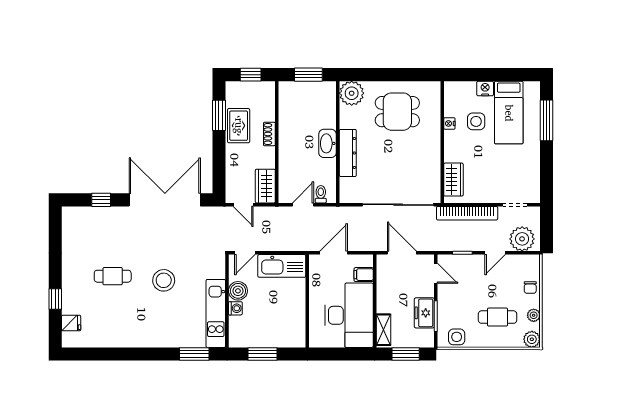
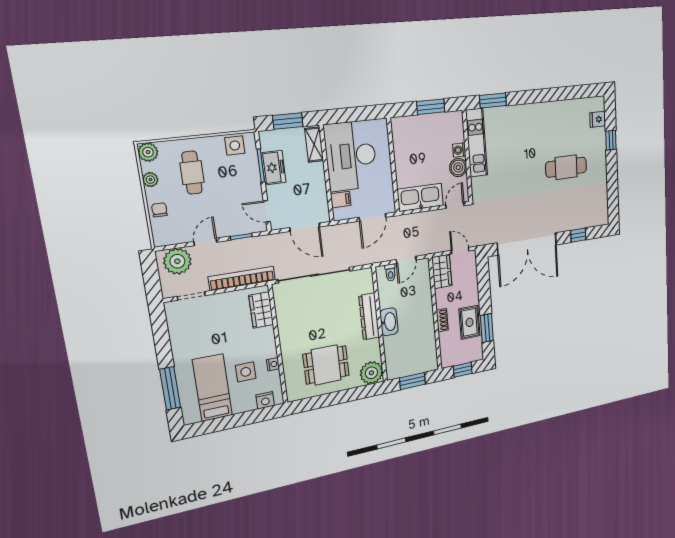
nightstand: (485, 88) -> (265, 400), moved
cafe table: (113, 276) -> (566, 167), width x1.37, depth x1.35
stool: (164, 280) -> (524, 169), removed
cafe table: (498, 317) -> (192, 173), turned 90

